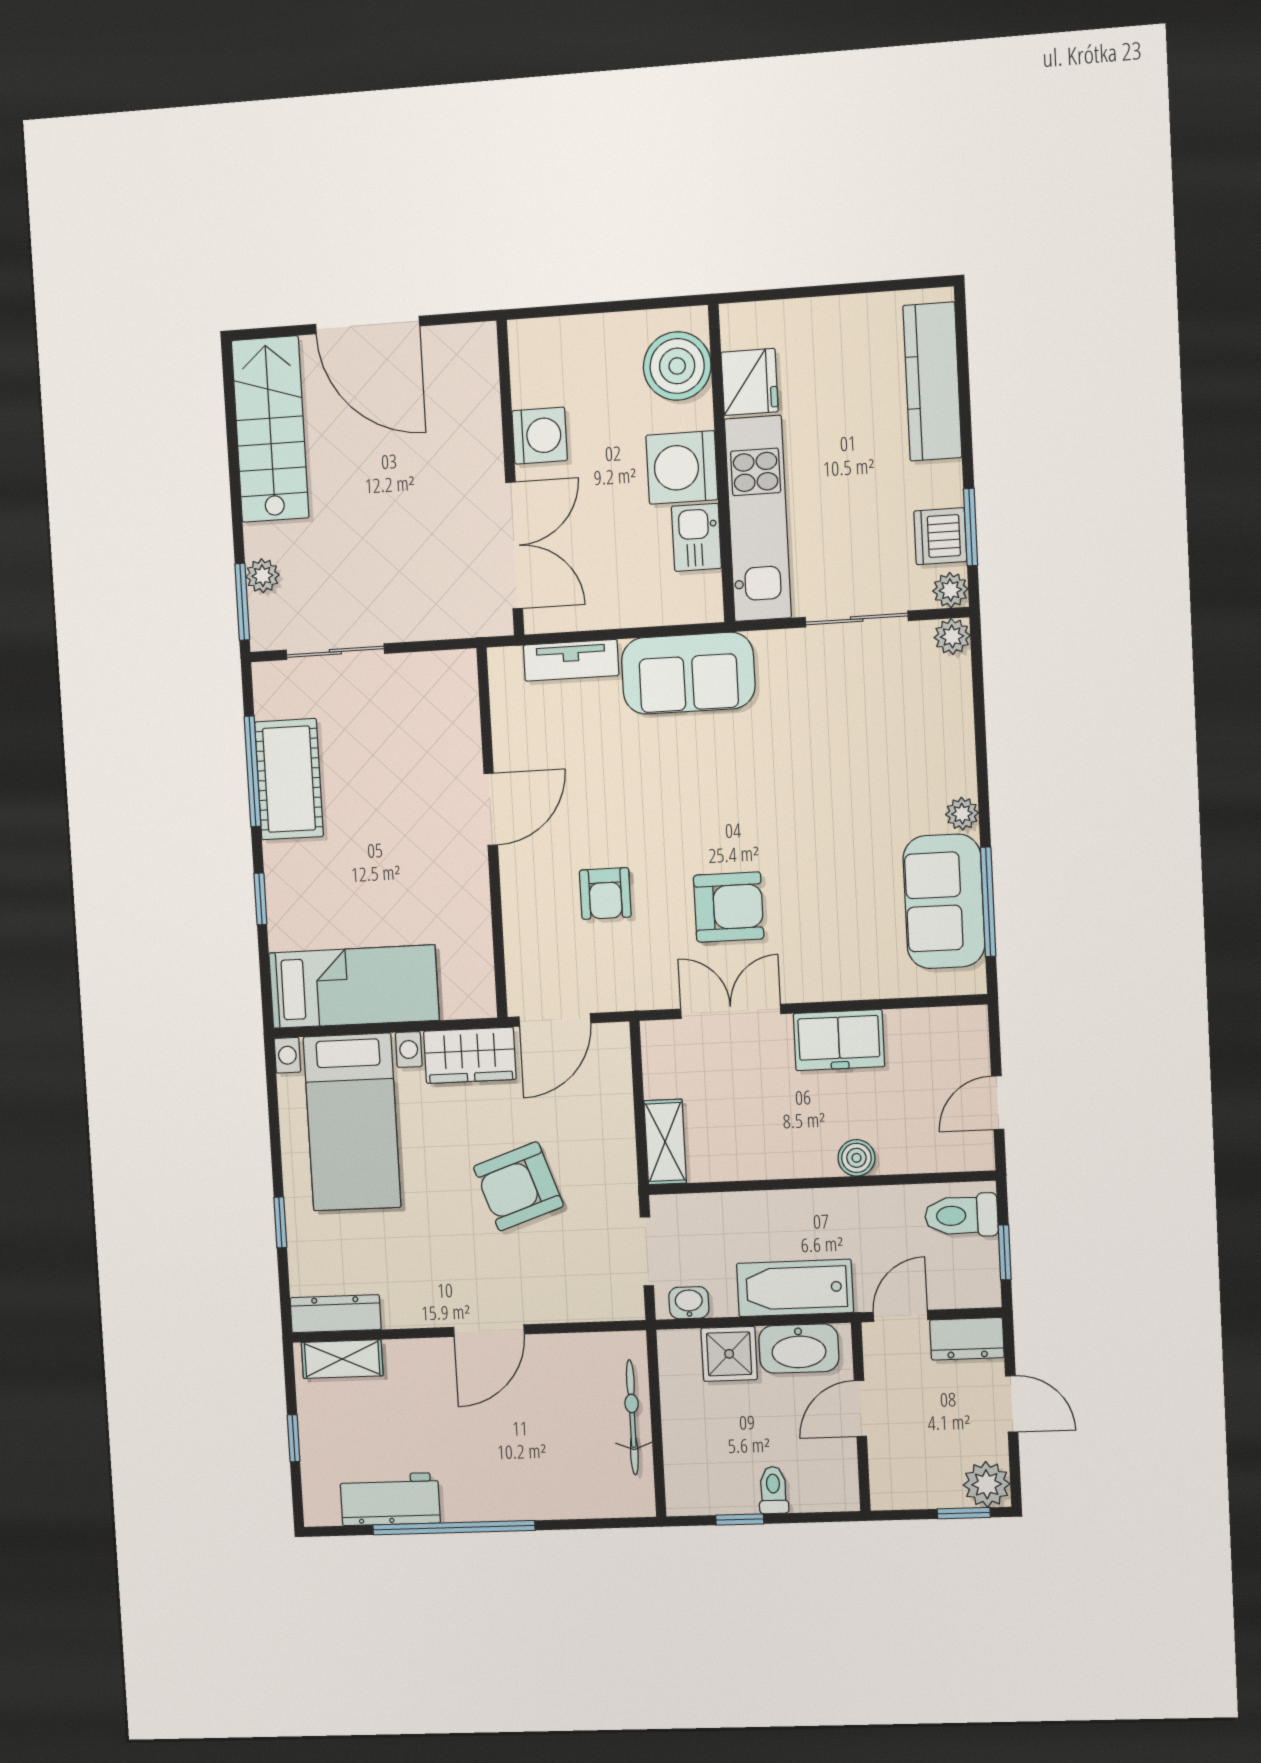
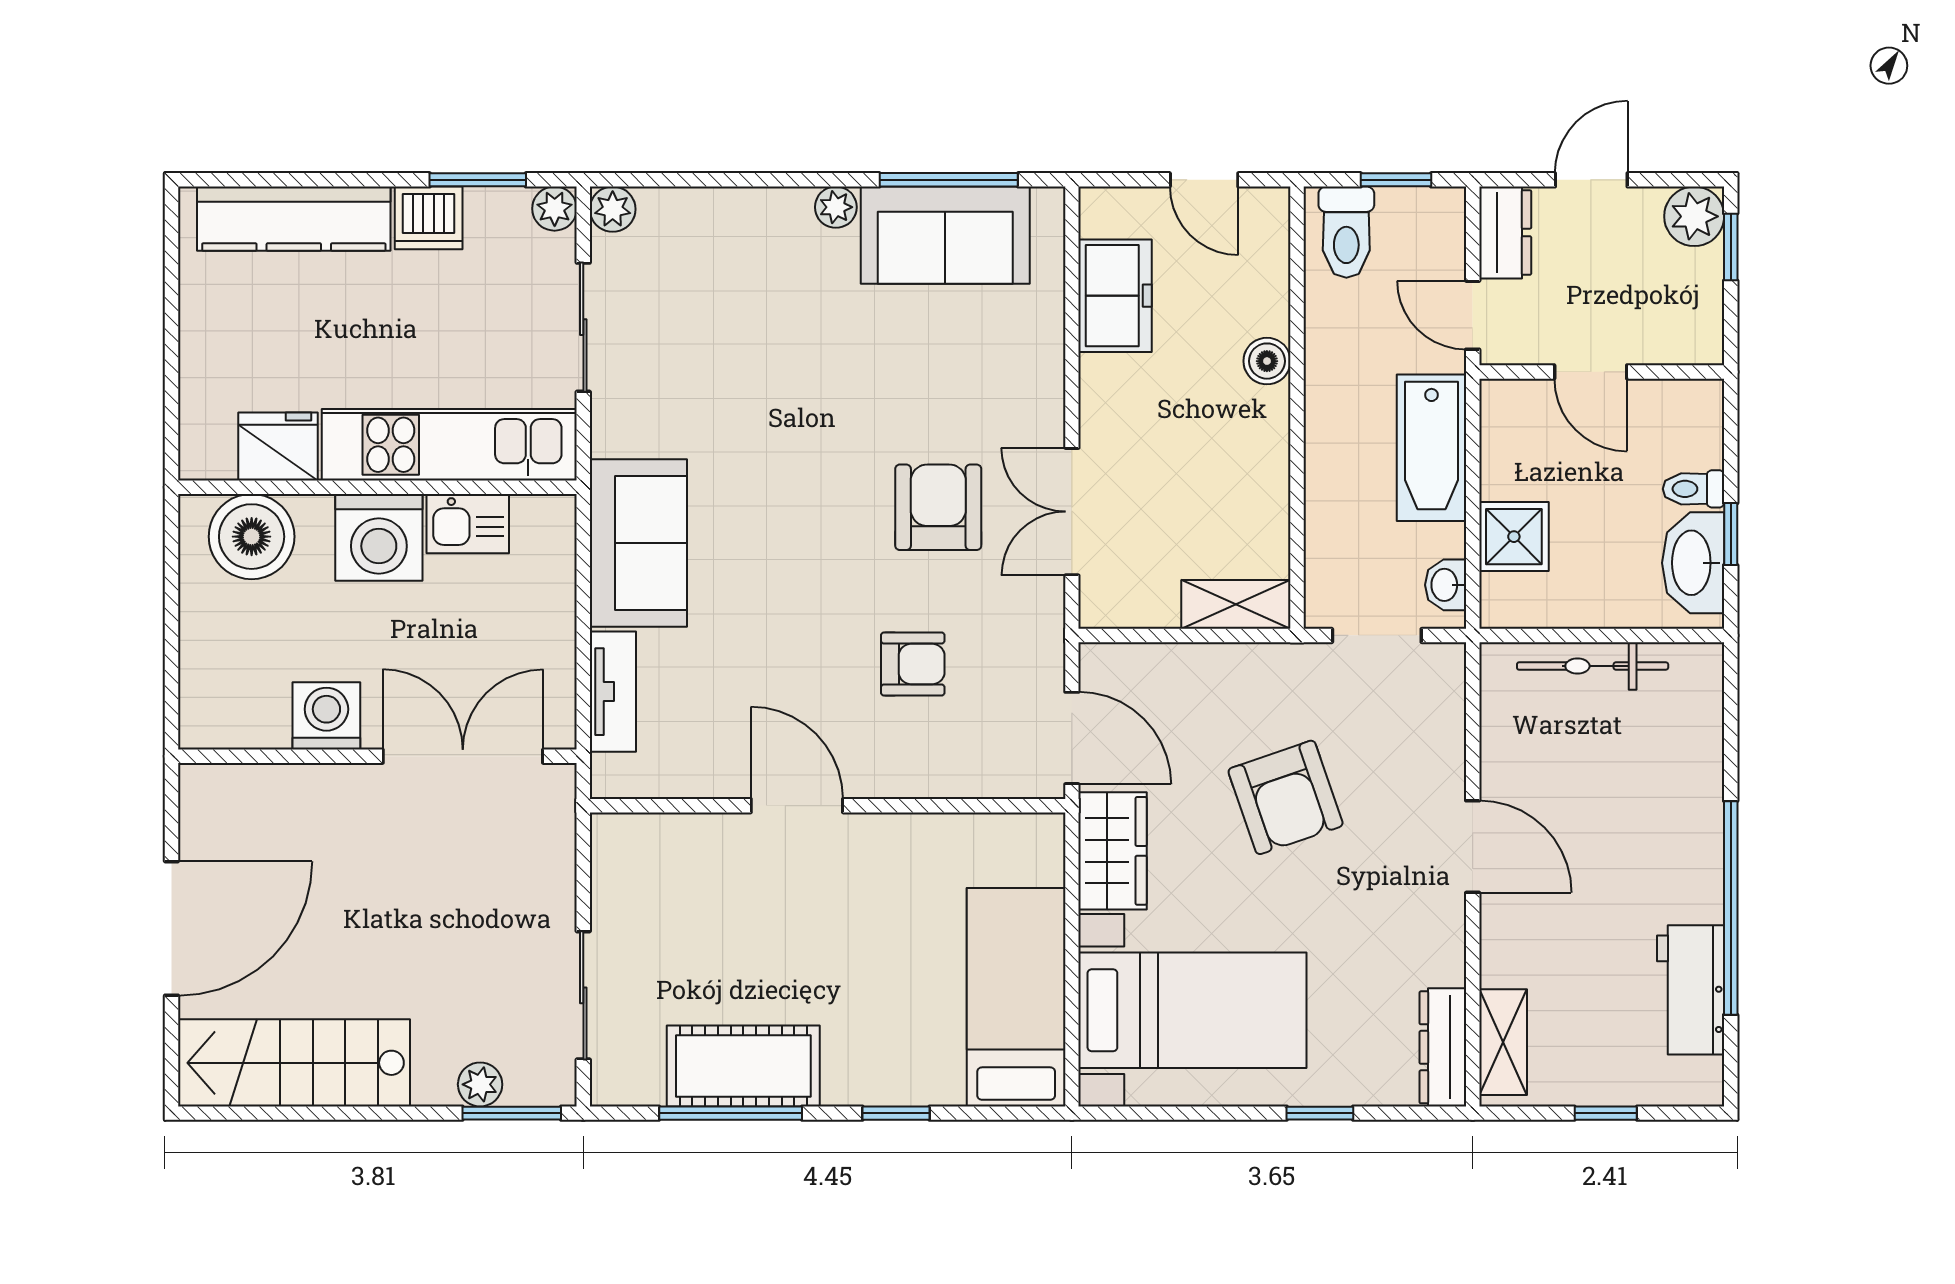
dishwasher: (940, 536) -> (429, 218), moved
freezer: (839, 1040) -> (1115, 296), moved
washbasin: (799, 1349) -> (1693, 563), moved, turned 180

